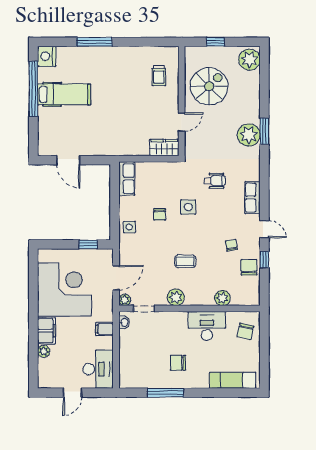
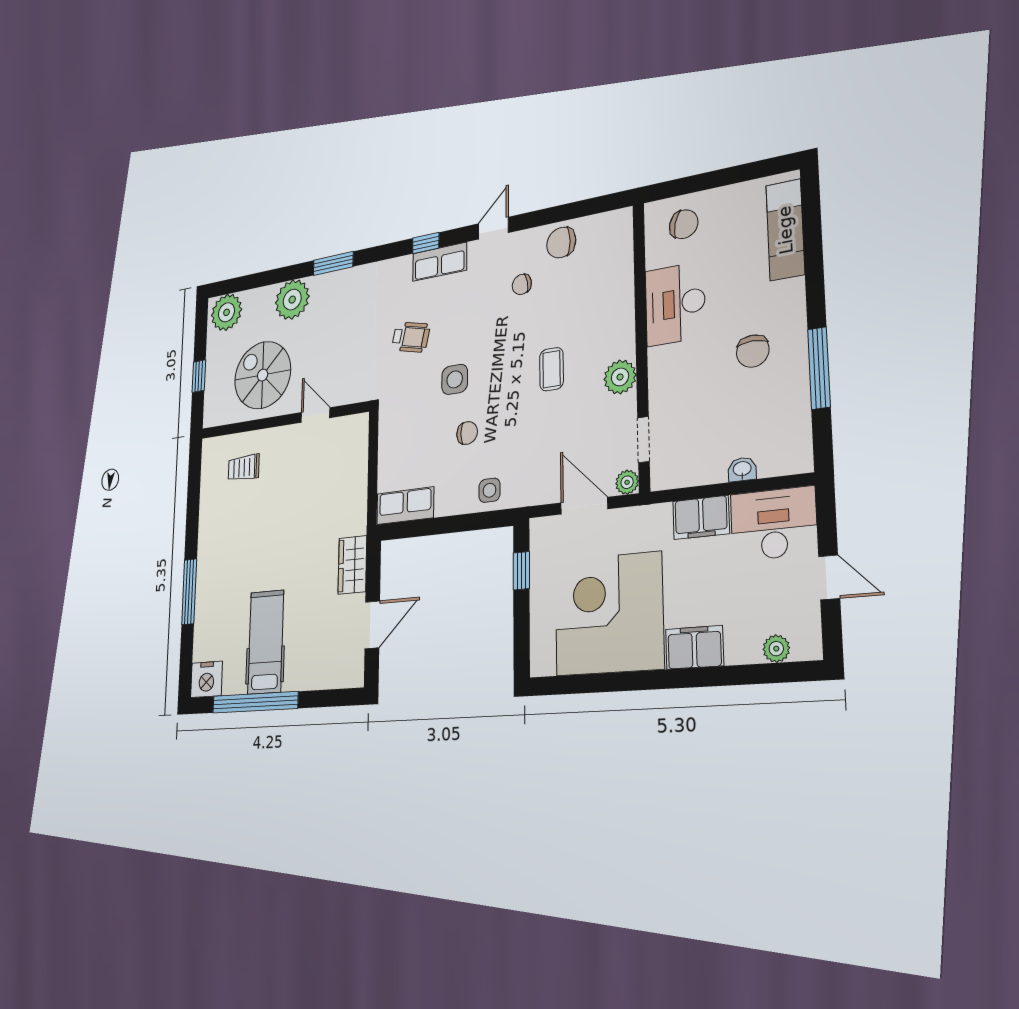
trolley: (159, 76) -> (244, 468), turned 180
plant: (249, 135) -> (292, 300), moved
wardrobe: (164, 148) -> (352, 565), moved
wheelchair: (215, 181) -> (411, 337), turned 103
window: (264, 260) -> (426, 243), moved
plant: (222, 298) -> (620, 283), removed
washbasin: (124, 322) -> (742, 469), moved
filing cabinet: (104, 329) -> (701, 517), width x2.00
plant: (44, 351) -> (776, 649), moved

